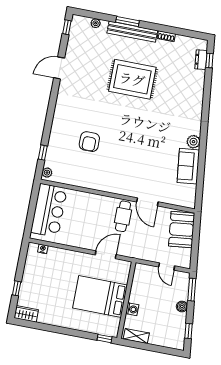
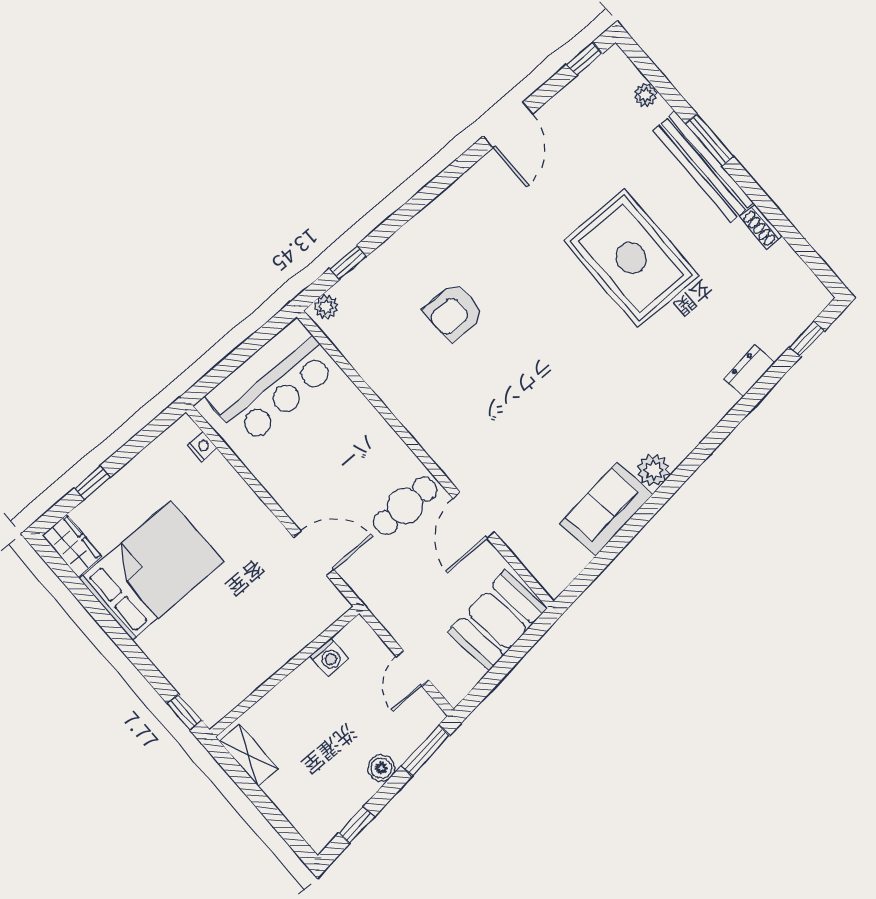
dresser: (201, 60) -> (750, 371), moved
door: (59, 68) -> (508, 125), swing flipped
bed: (100, 296) -> (152, 570), moved, turned 90
washing machine: (132, 309) -> (329, 657), moved

